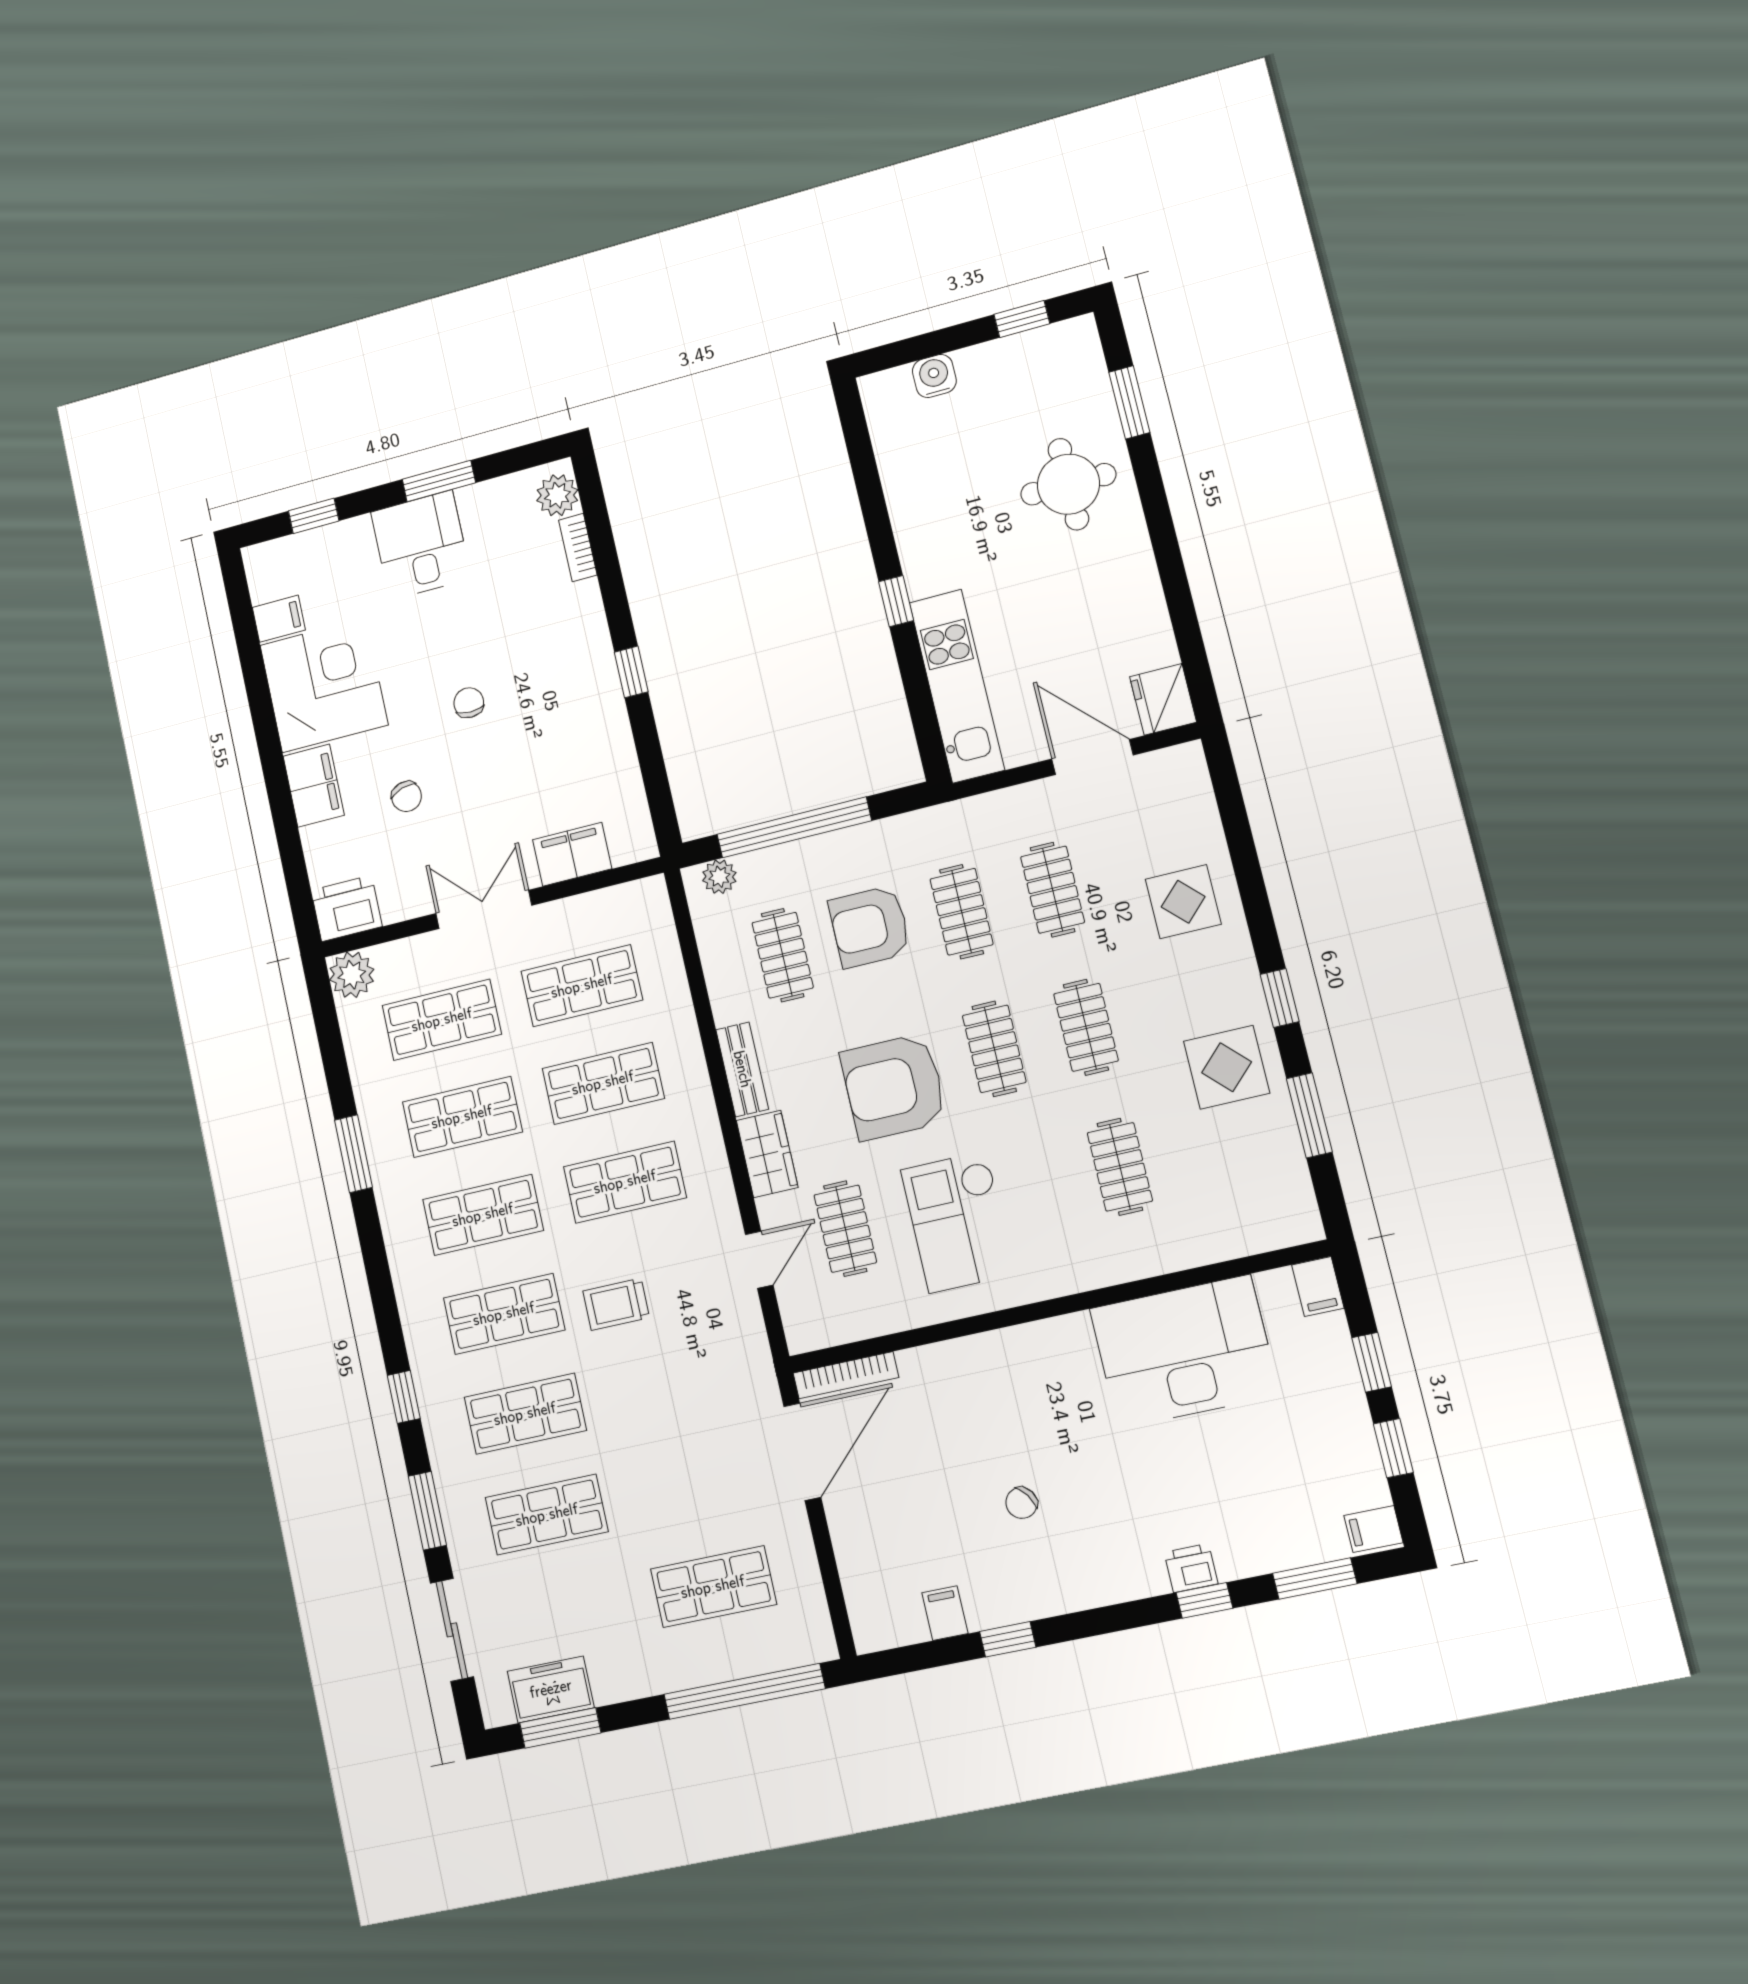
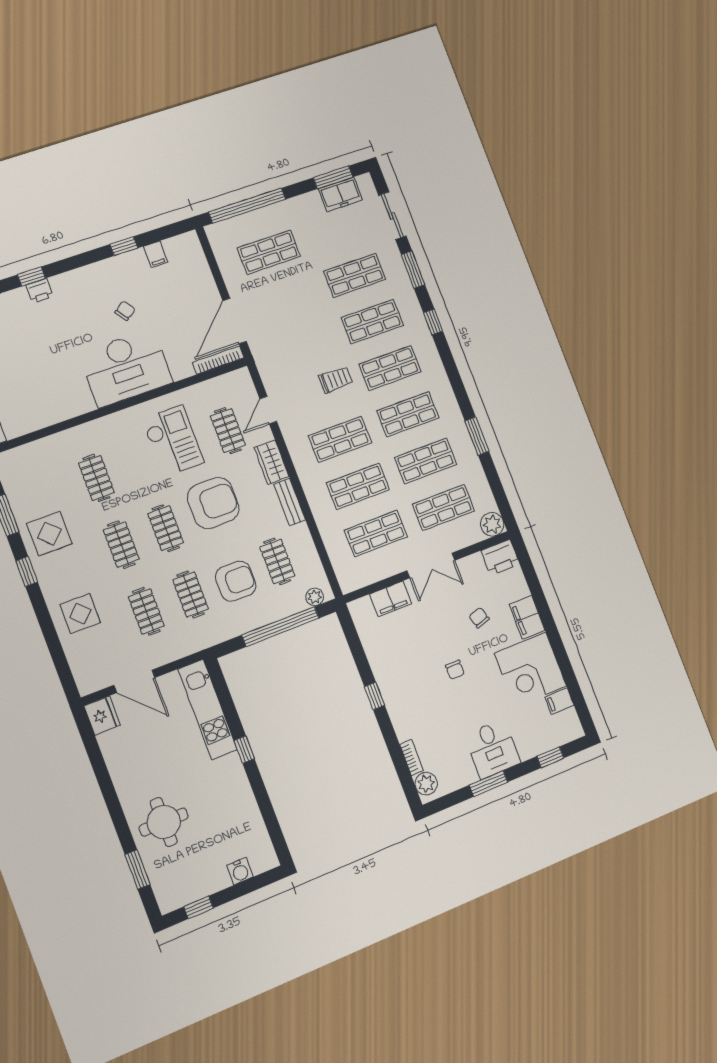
desk: (1184, 1352) -> (126, 368), moved

